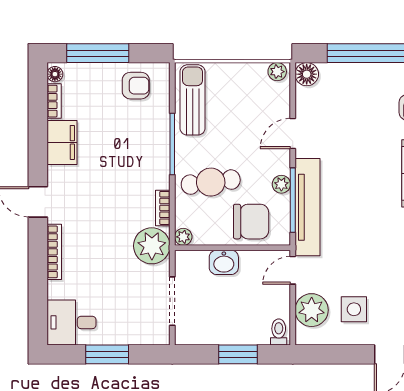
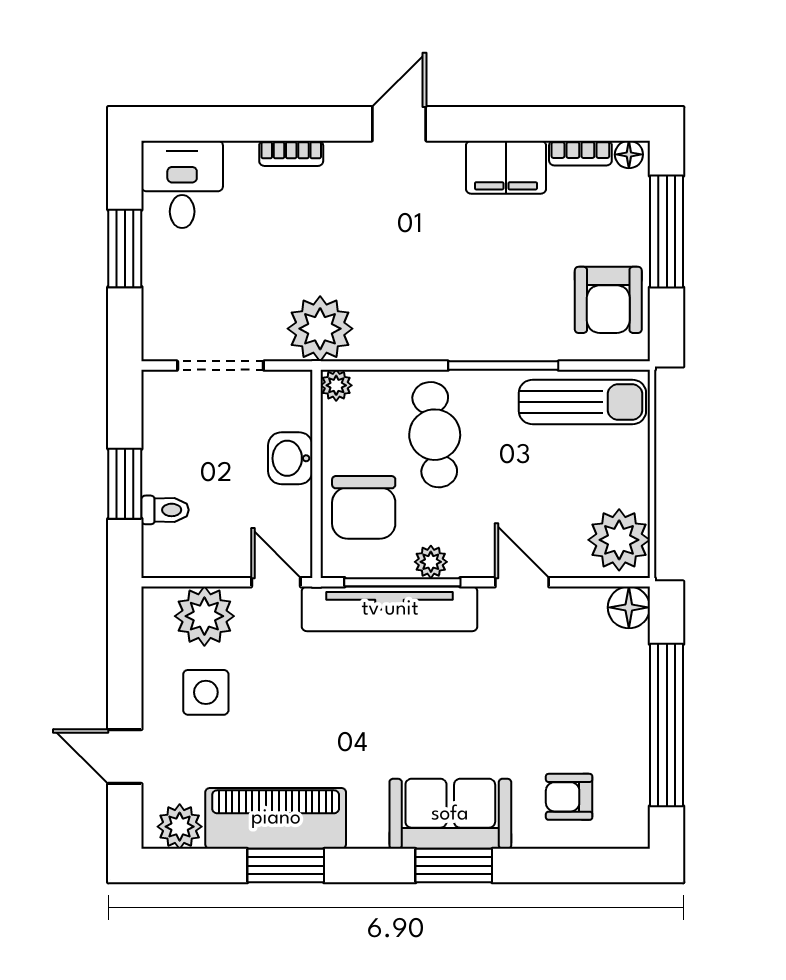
plant: (277, 72) -> (619, 540), width x1.88, depth x1.88
armchair: (136, 86) -> (608, 300), width x1.38, depth x1.38
bookcase: (163, 208) -> (388, 349), removed
bookcase: (54, 252) -> (291, 153), width x0.64
toilet: (279, 332) -> (165, 510), moved

